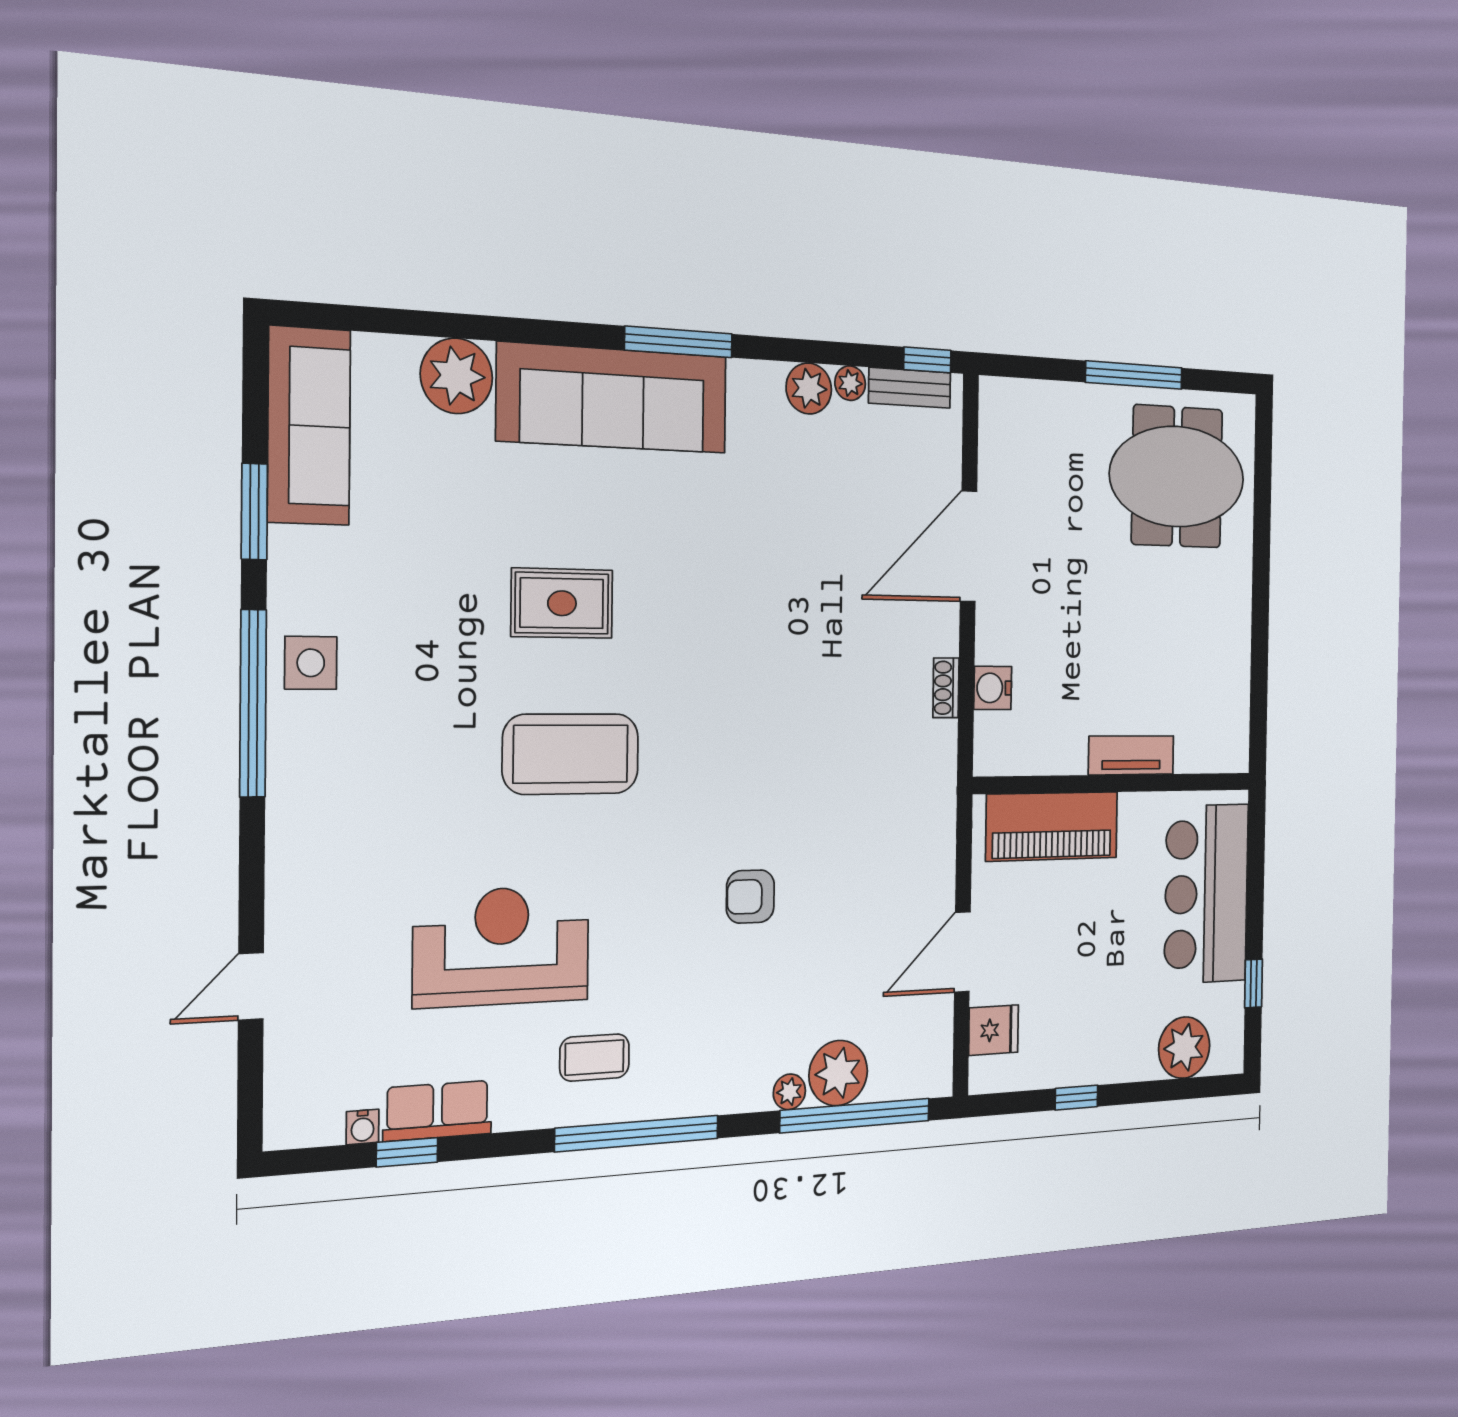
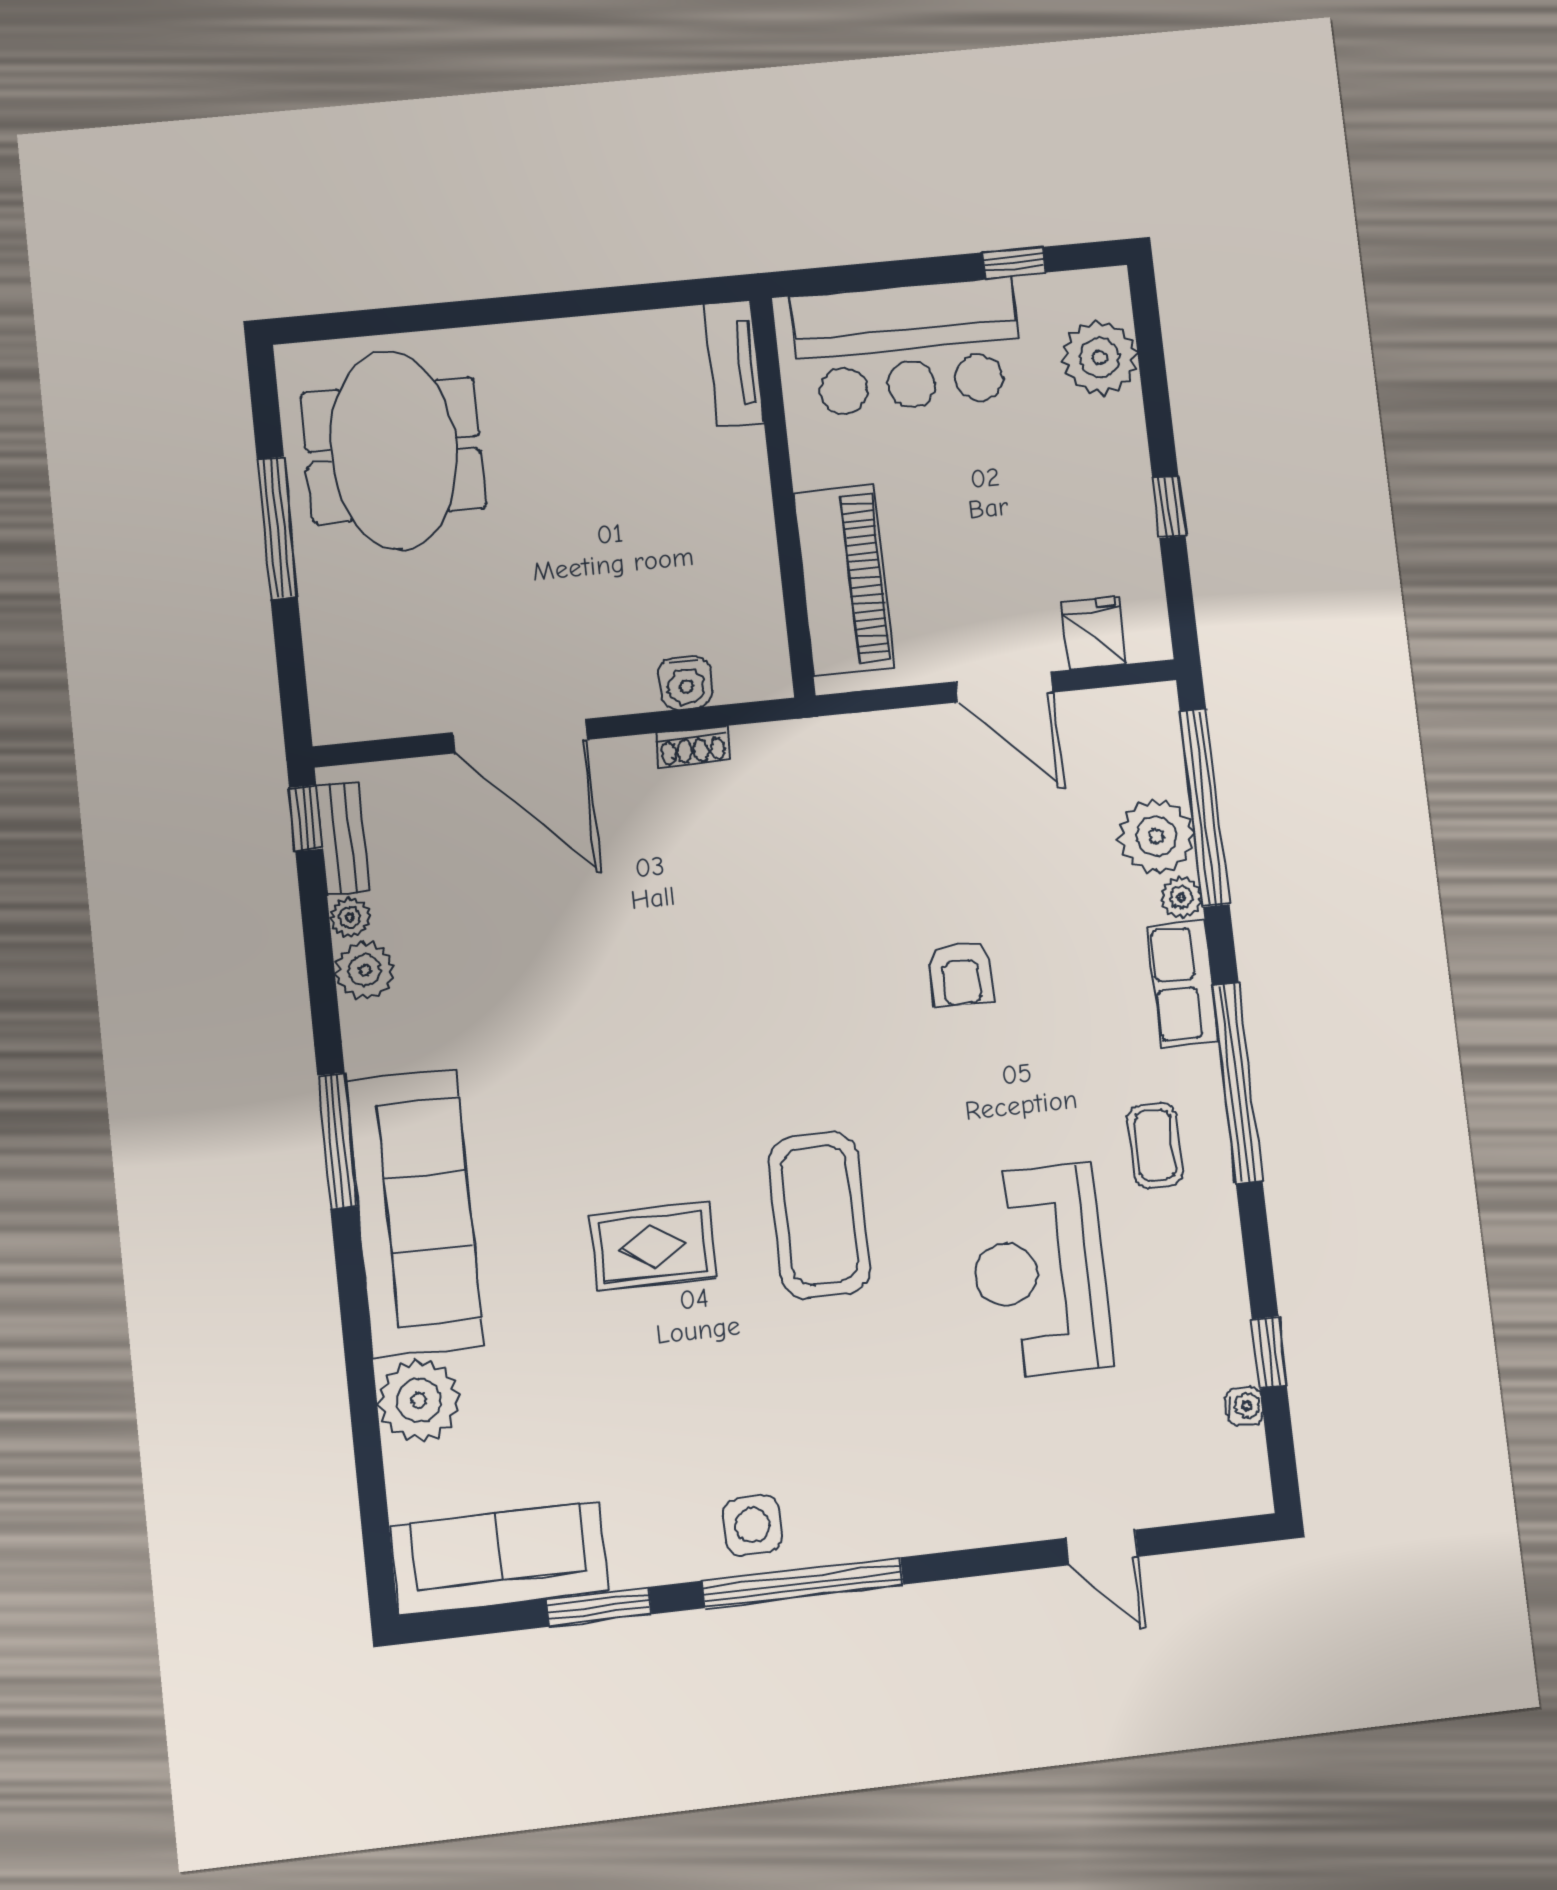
rug: (562, 603) -> (653, 1246), turned 90
tv unit: (1131, 755) -> (734, 363), moved
row of seats: (438, 1111) -> (1183, 984), moved

